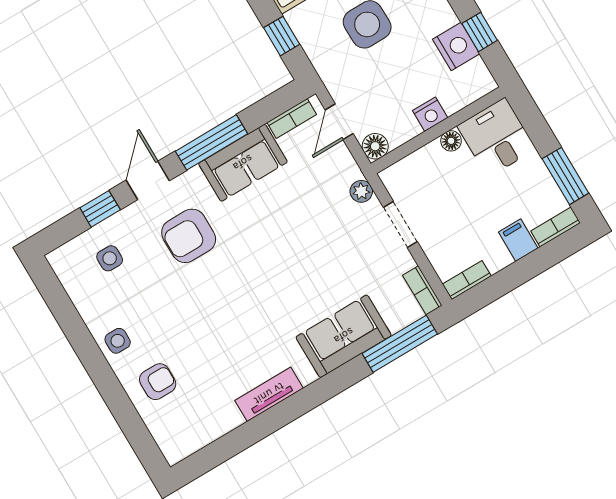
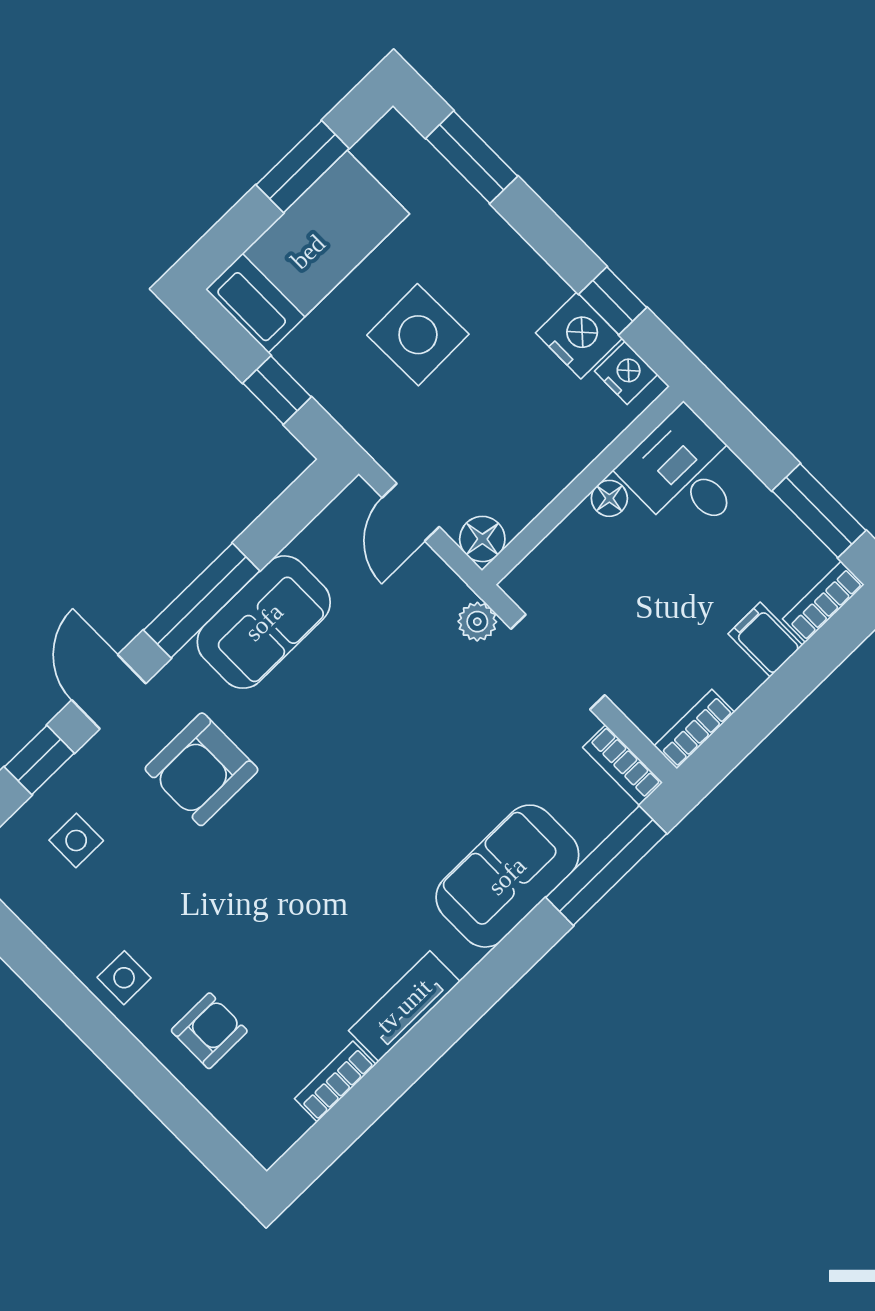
nightstand: (430, 114) -> (626, 373), moved, turned -90
bookcase: (292, 118) -> (335, 1082), moved, turned 180
doorway: (400, 225) -> (558, 662), width x1.38

